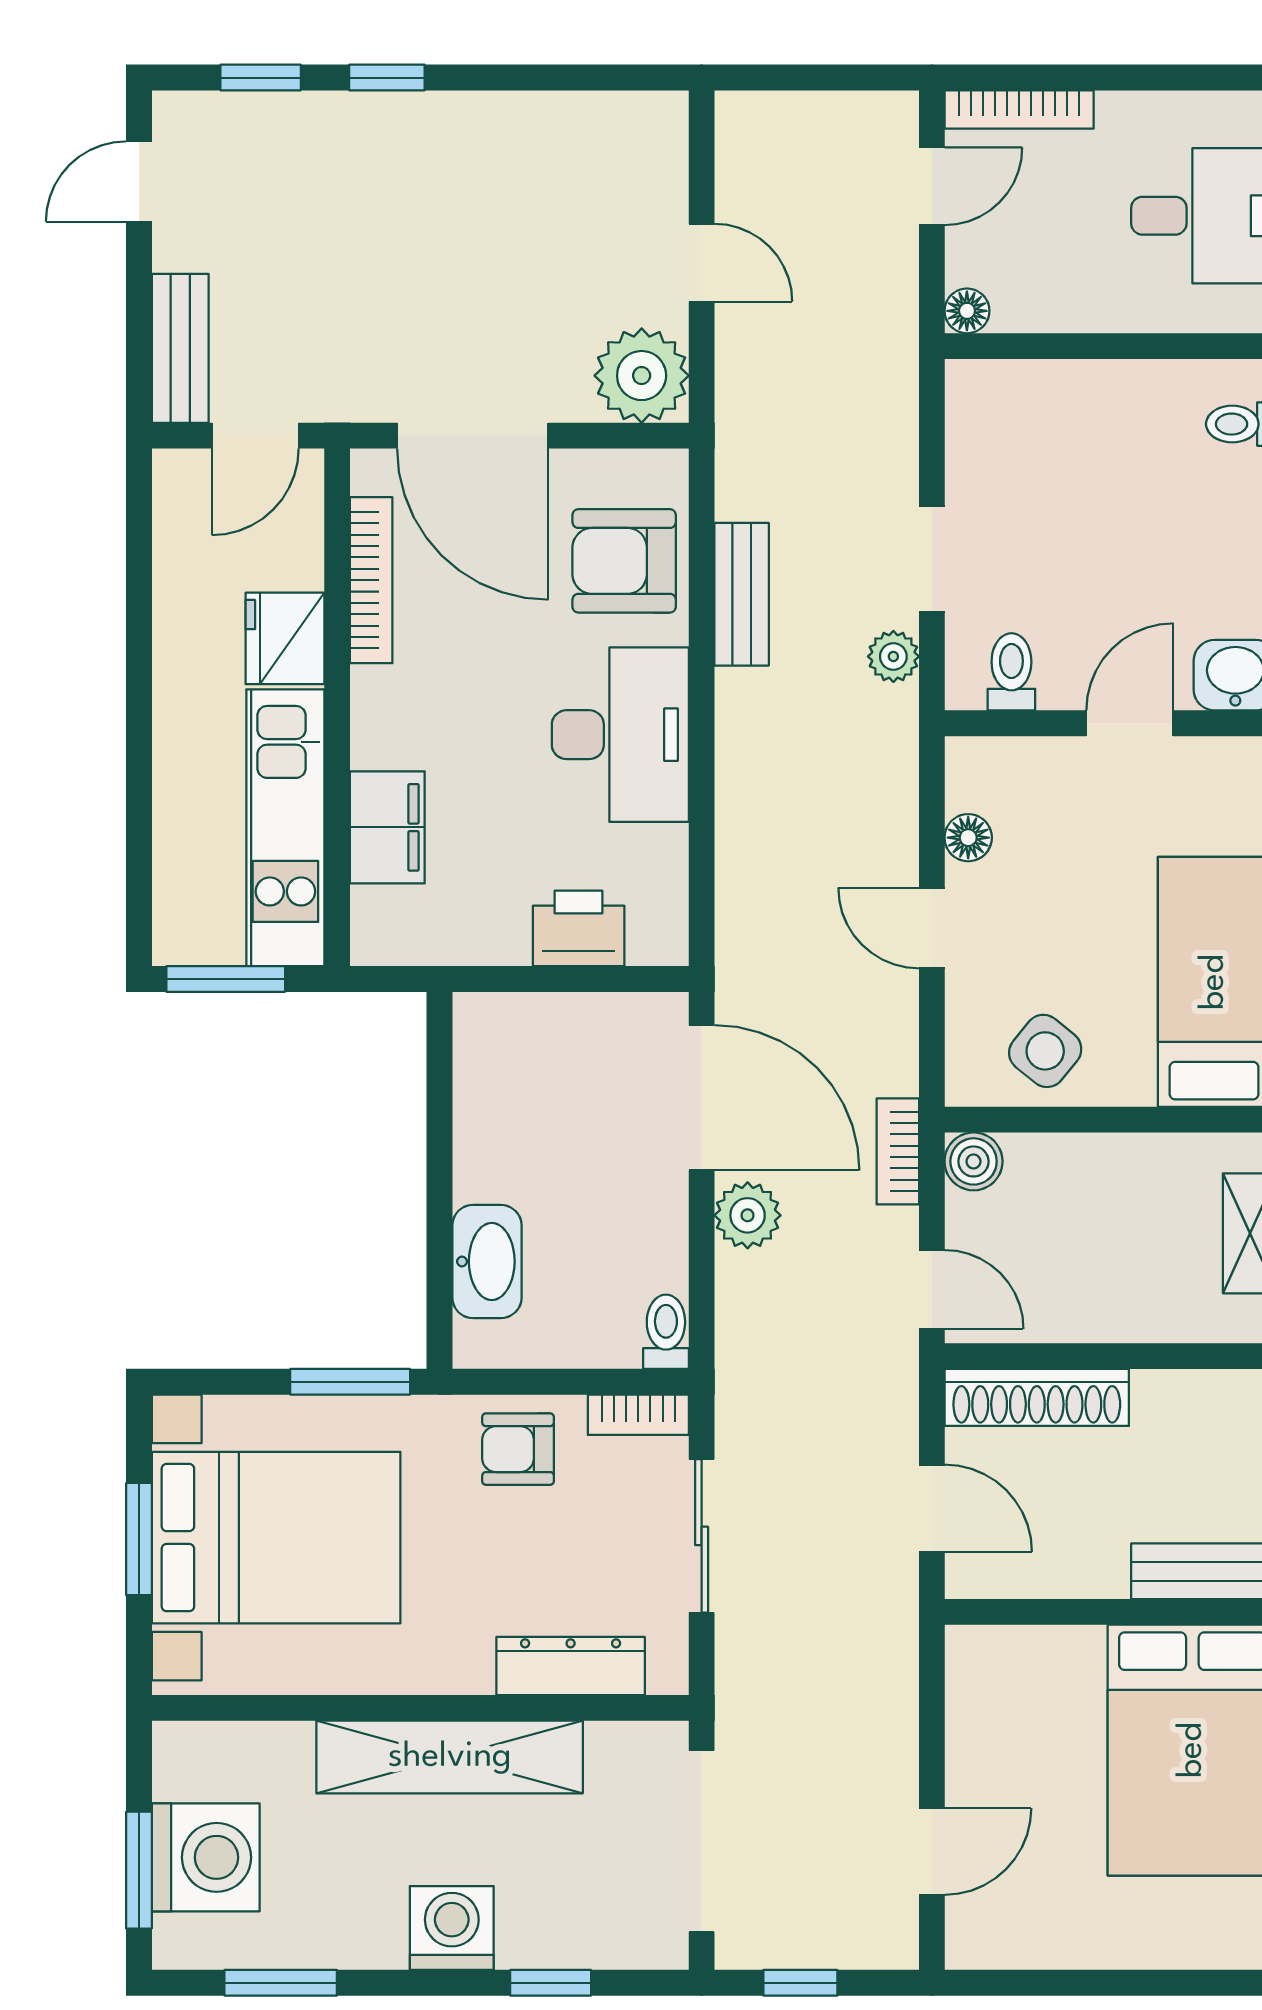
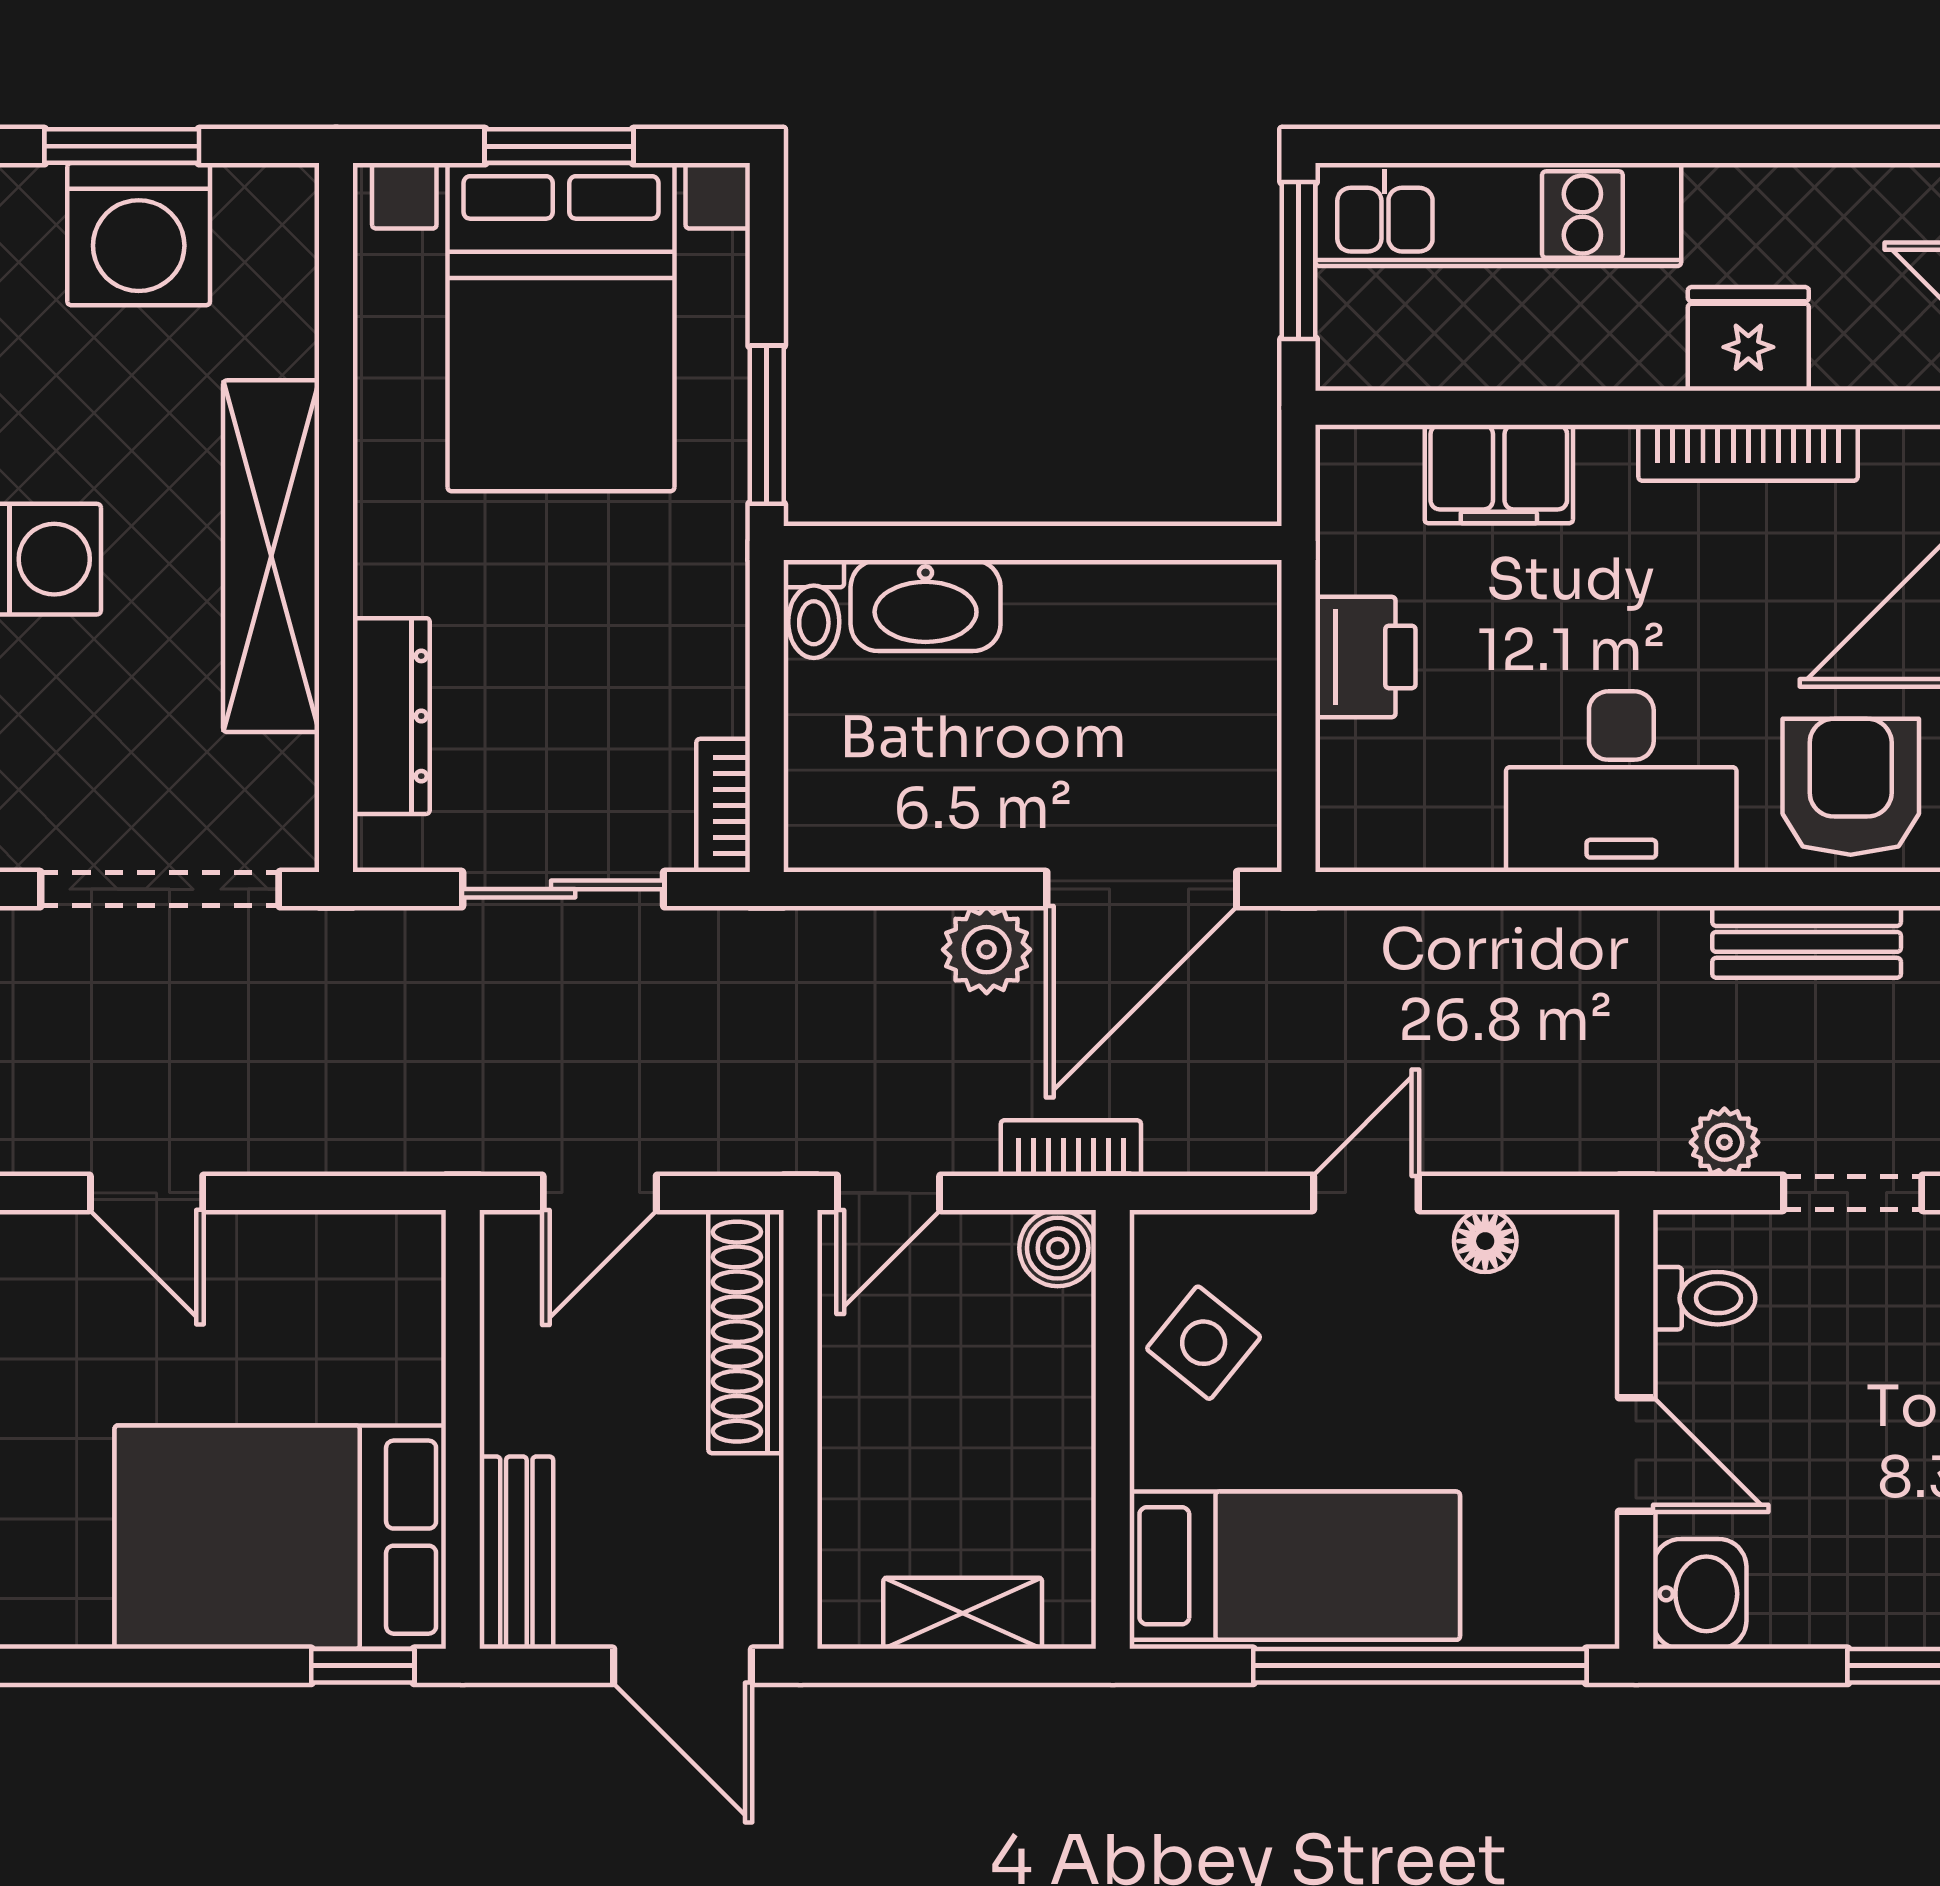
bookcase: (371, 580) -> (1748, 453), moved
kitchen unit: (285, 828) -> (1498, 215), moved, turned 180
printer: (579, 928) -> (1365, 657), moved
toilet: (666, 1332) -> (814, 609), moved, turned 90
armchair: (518, 1449) -> (678, 647), removed

